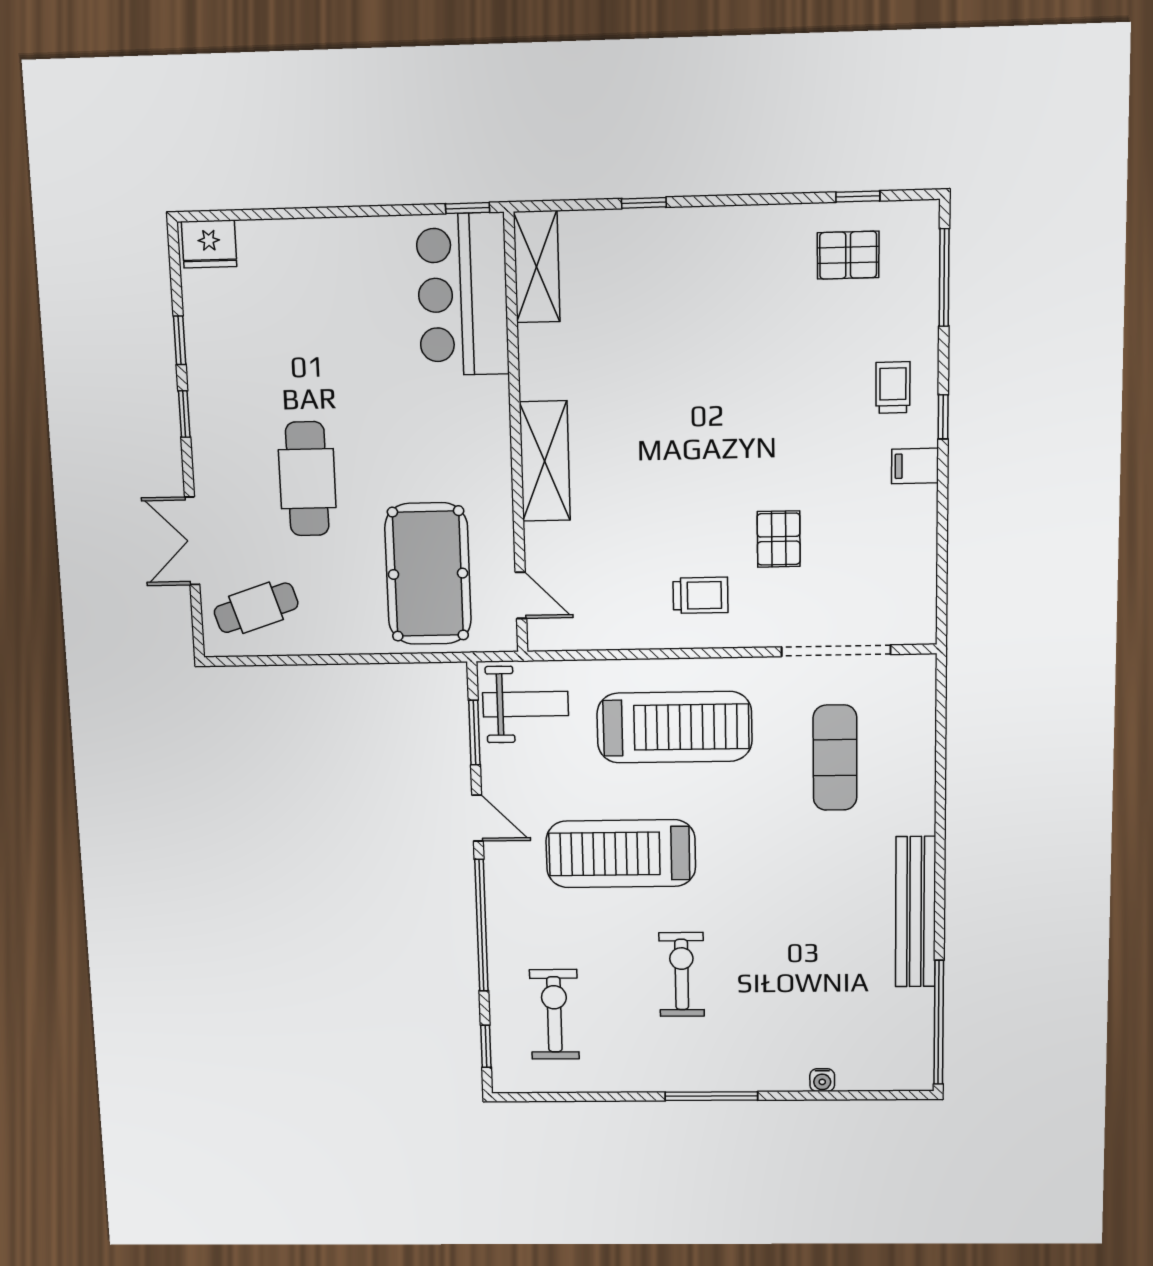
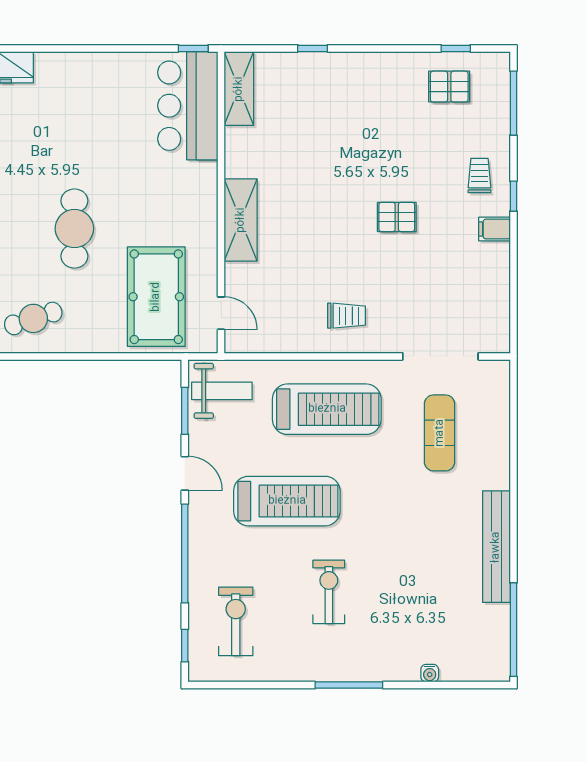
pallet: (779, 539) -> (397, 217), moved, turned 90
treadmill: (621, 854) -> (287, 501), turned 180

